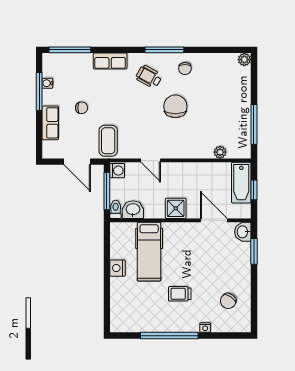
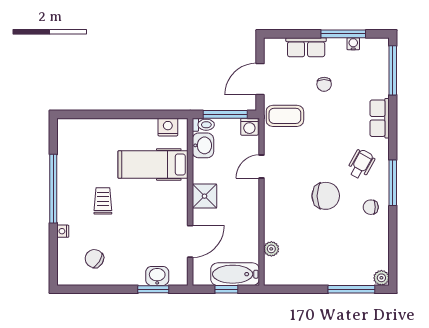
window: (254, 124) -> (351, 289), moved
washbasin: (243, 232) -> (157, 276), moved
nightstand: (118, 268) -> (168, 127), moved

